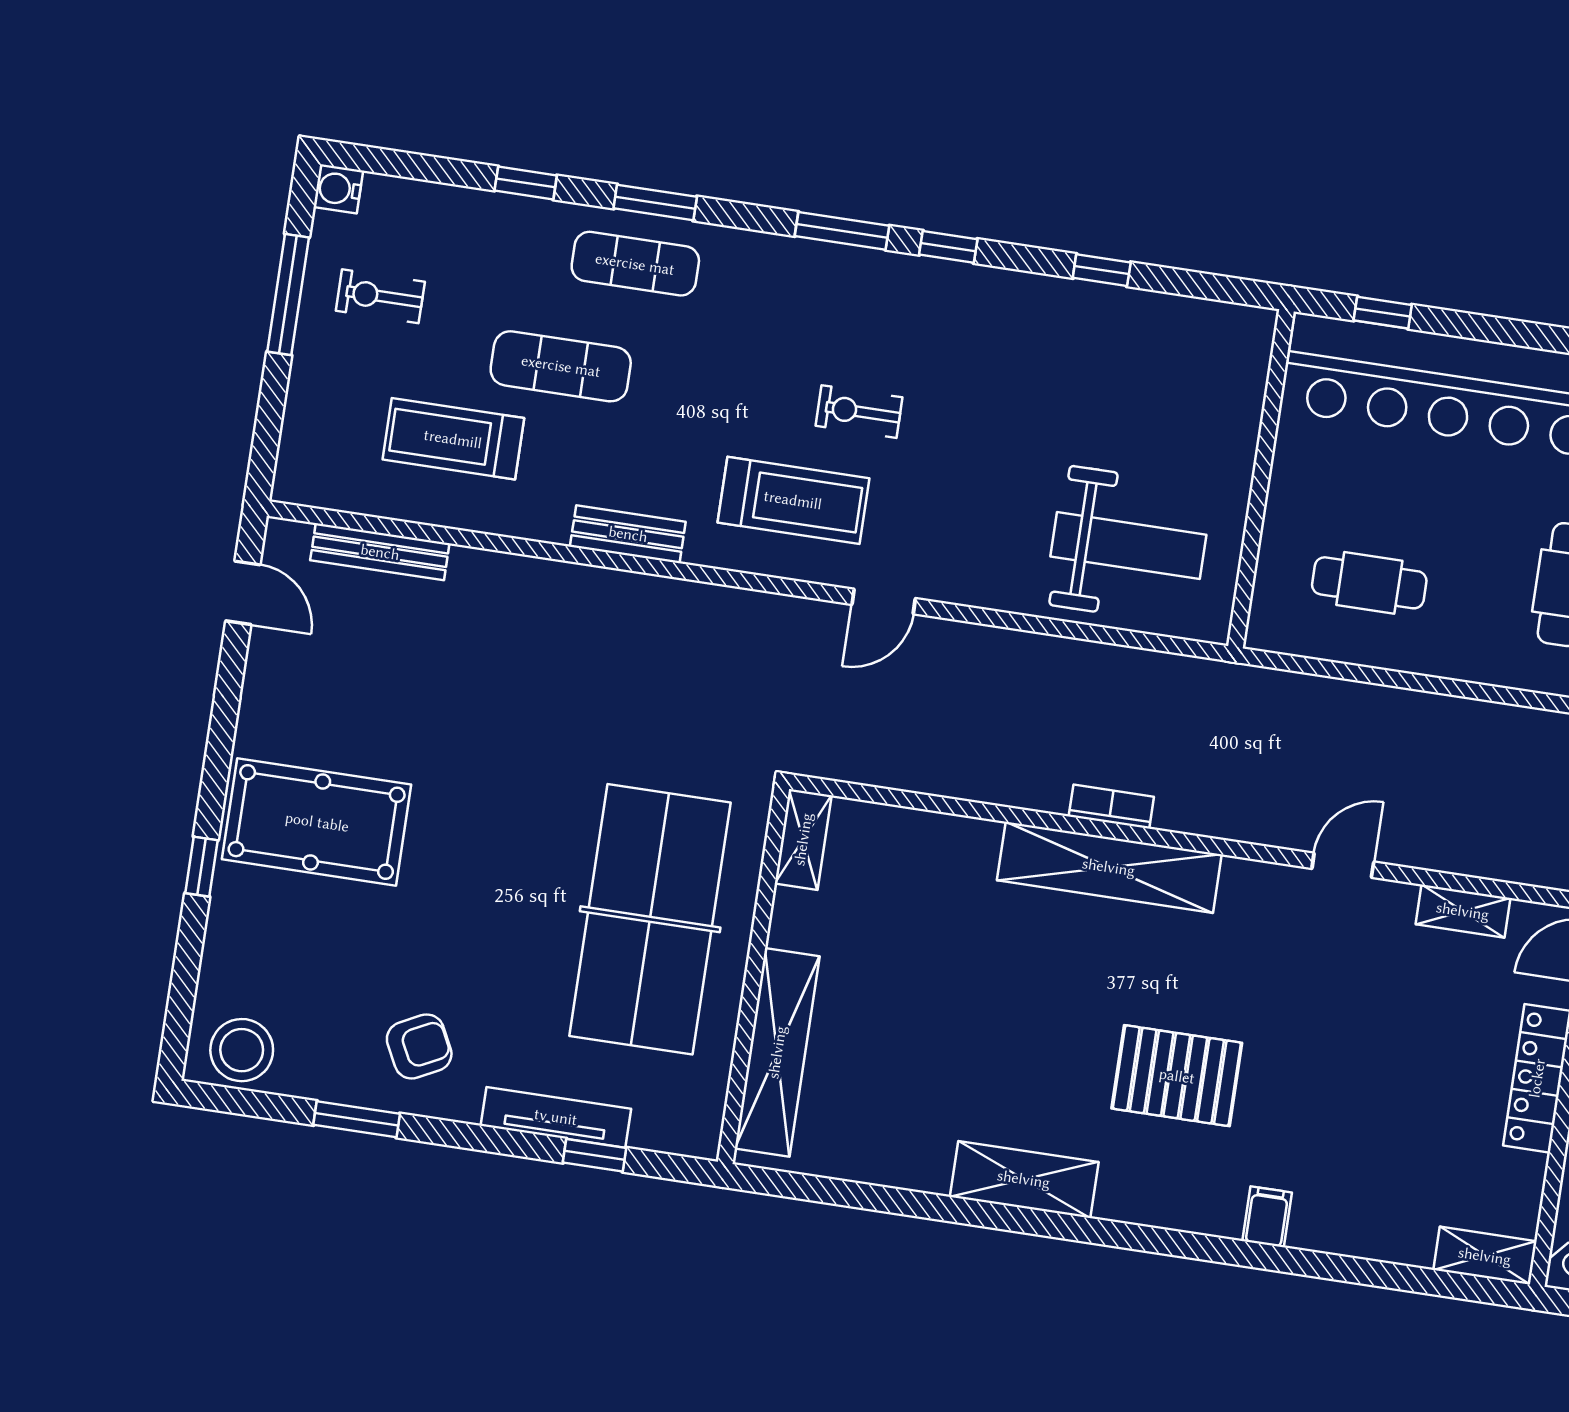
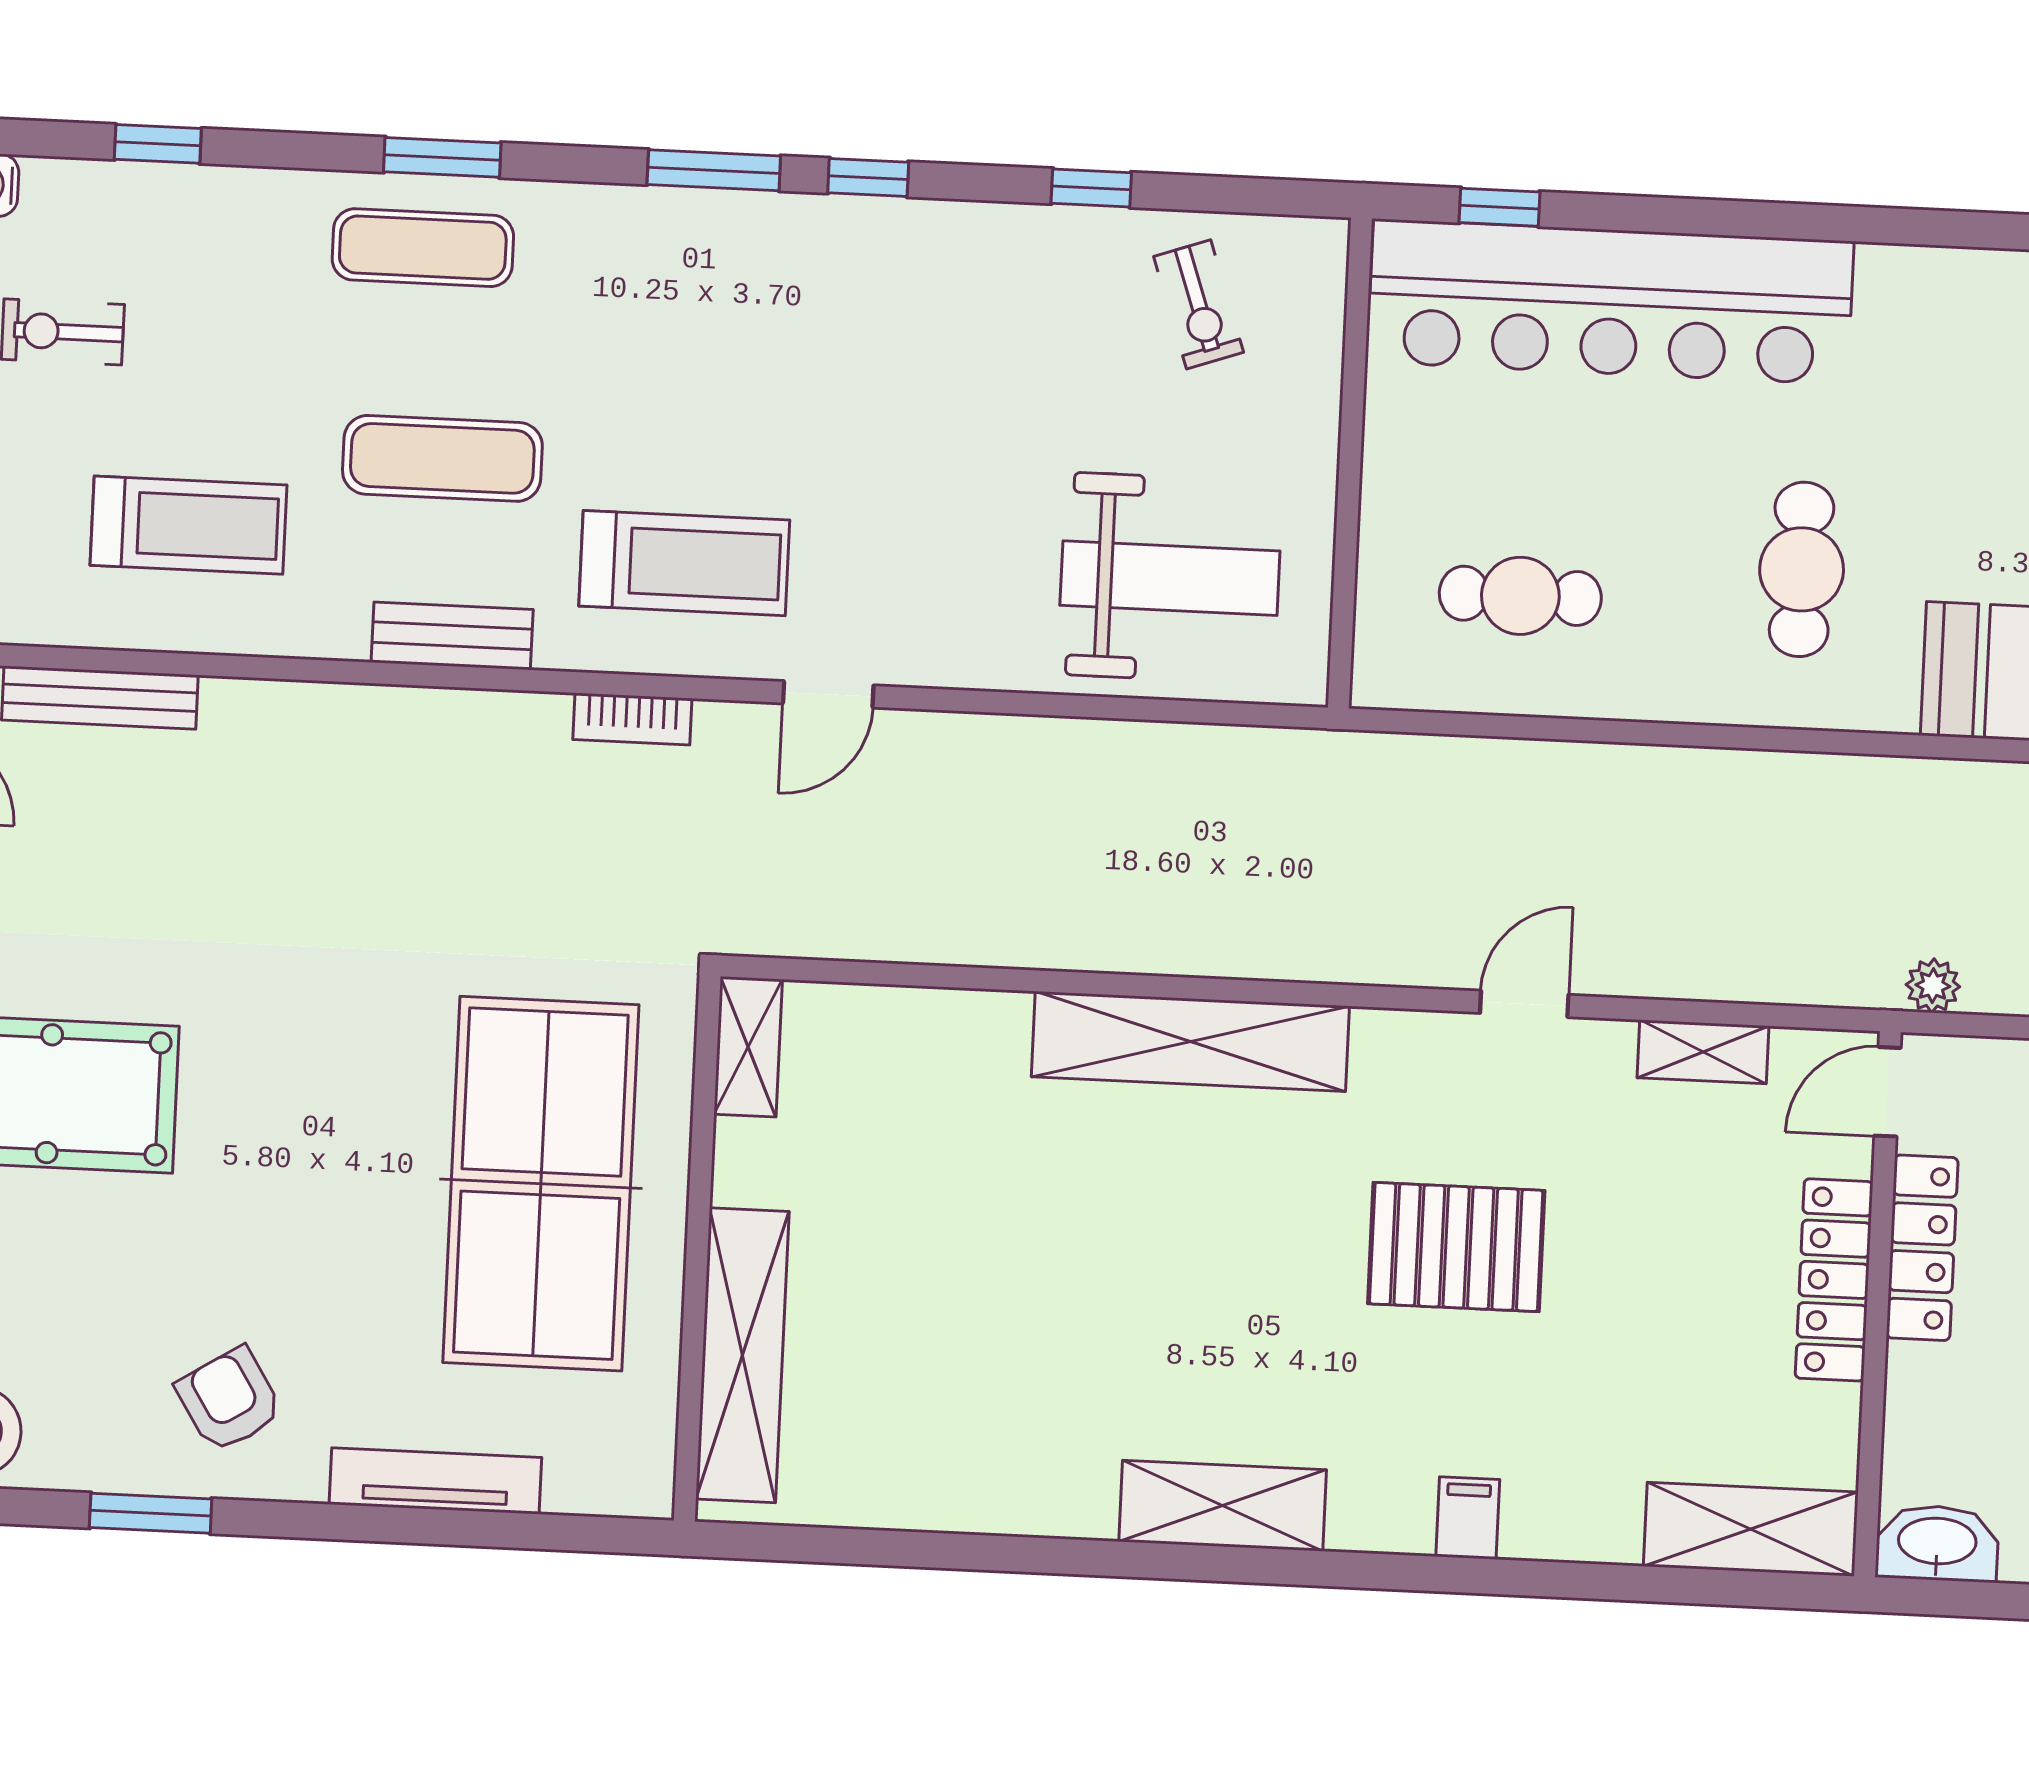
window: (526, 183) -> (158, 144), moved
exercise mat: (561, 366) -> (442, 458), moved
exercise bike: (859, 412) -> (1199, 304), moved, turned -109
treadmill: (453, 439) -> (188, 525), turned 180
bookcase: (1111, 807) -> (632, 719), moved, turned 180
armchair: (419, 1046) -> (229, 1400), turned -95
pallet: (1177, 1076) -> (1456, 1247), moved
window: (594, 1155) -> (496, 1530), removed
shelving: (1024, 1179) -> (1223, 1506), moved
shelving: (1485, 1256) -> (1751, 1529), width x1.50, depth x1.33

